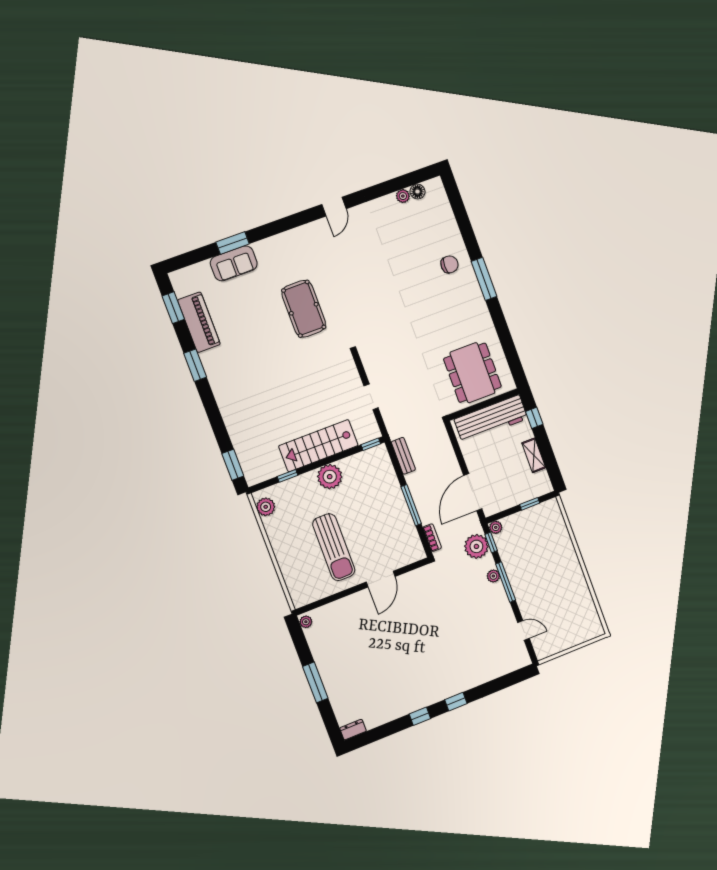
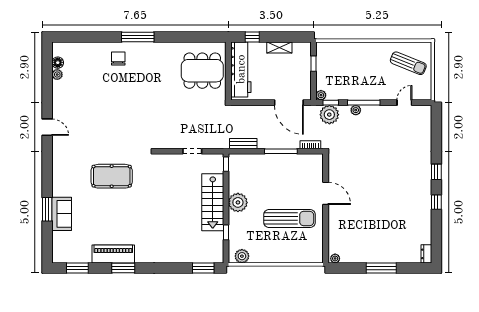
piano: (199, 322) -> (113, 254), moved
sun lounger: (571, 616) -> (408, 63), added

